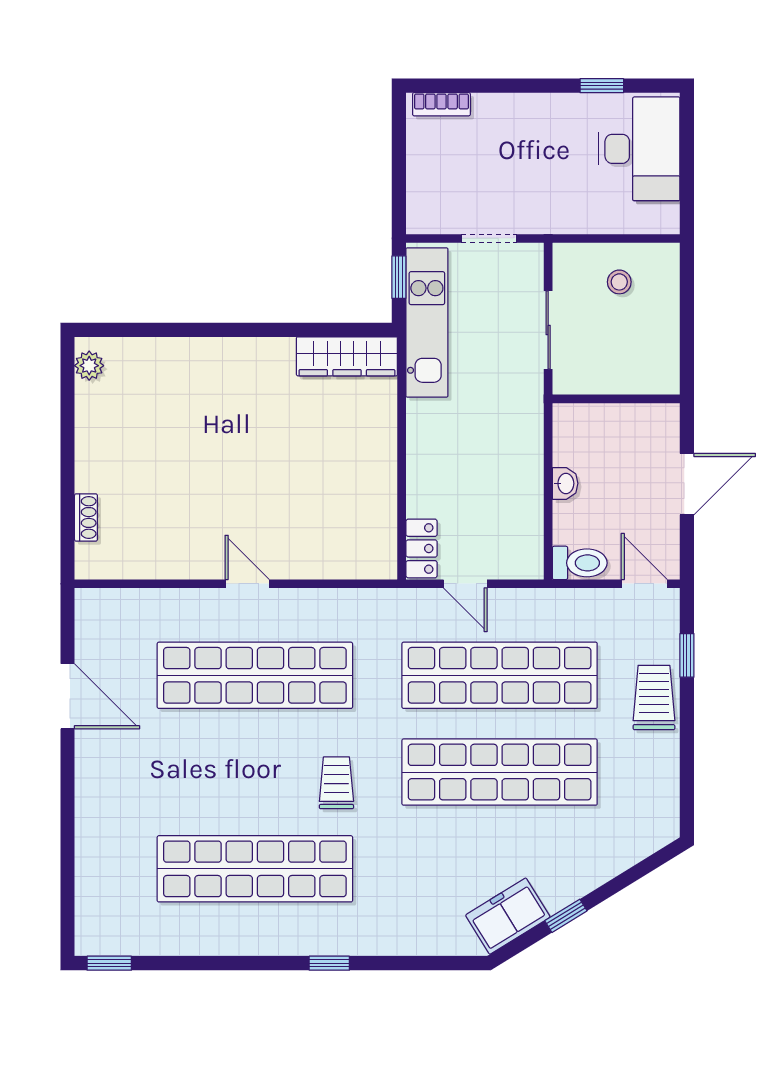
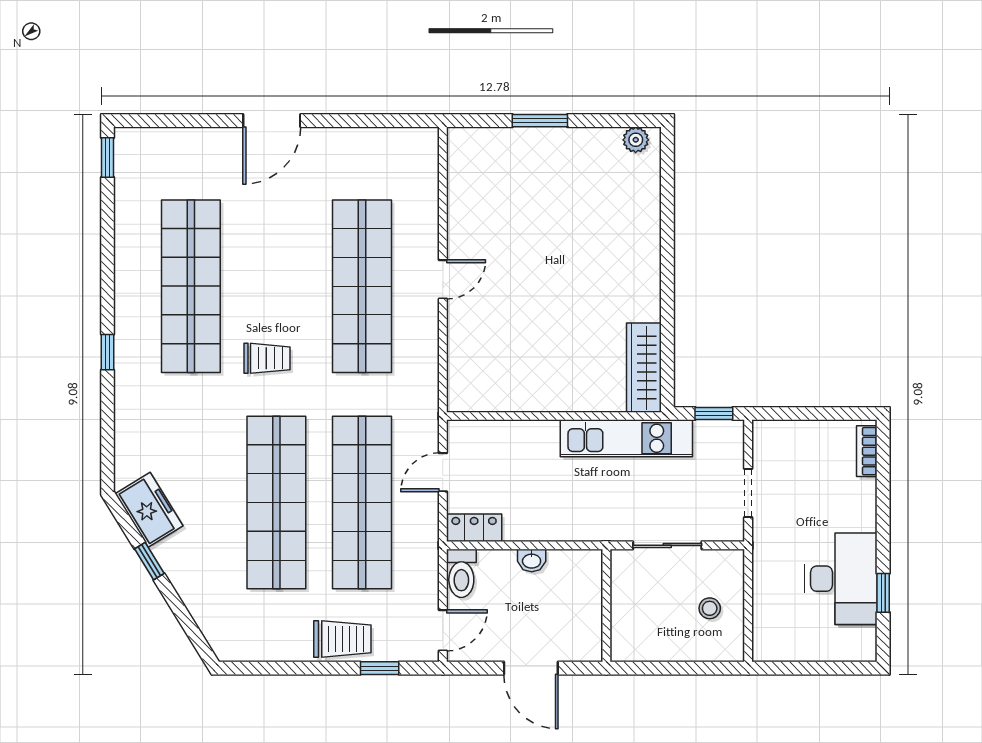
desk: (639, 149) -> (841, 579), moved, turned -90
kitchen unit: (427, 322) -> (626, 438), moved
window: (68, 474) -> (540, 121), added
shoe rack: (86, 517) -> (501, 137), removed
locker: (422, 548) -> (474, 528), moved, turned 180
door: (68, 696) -> (272, 121), moved

